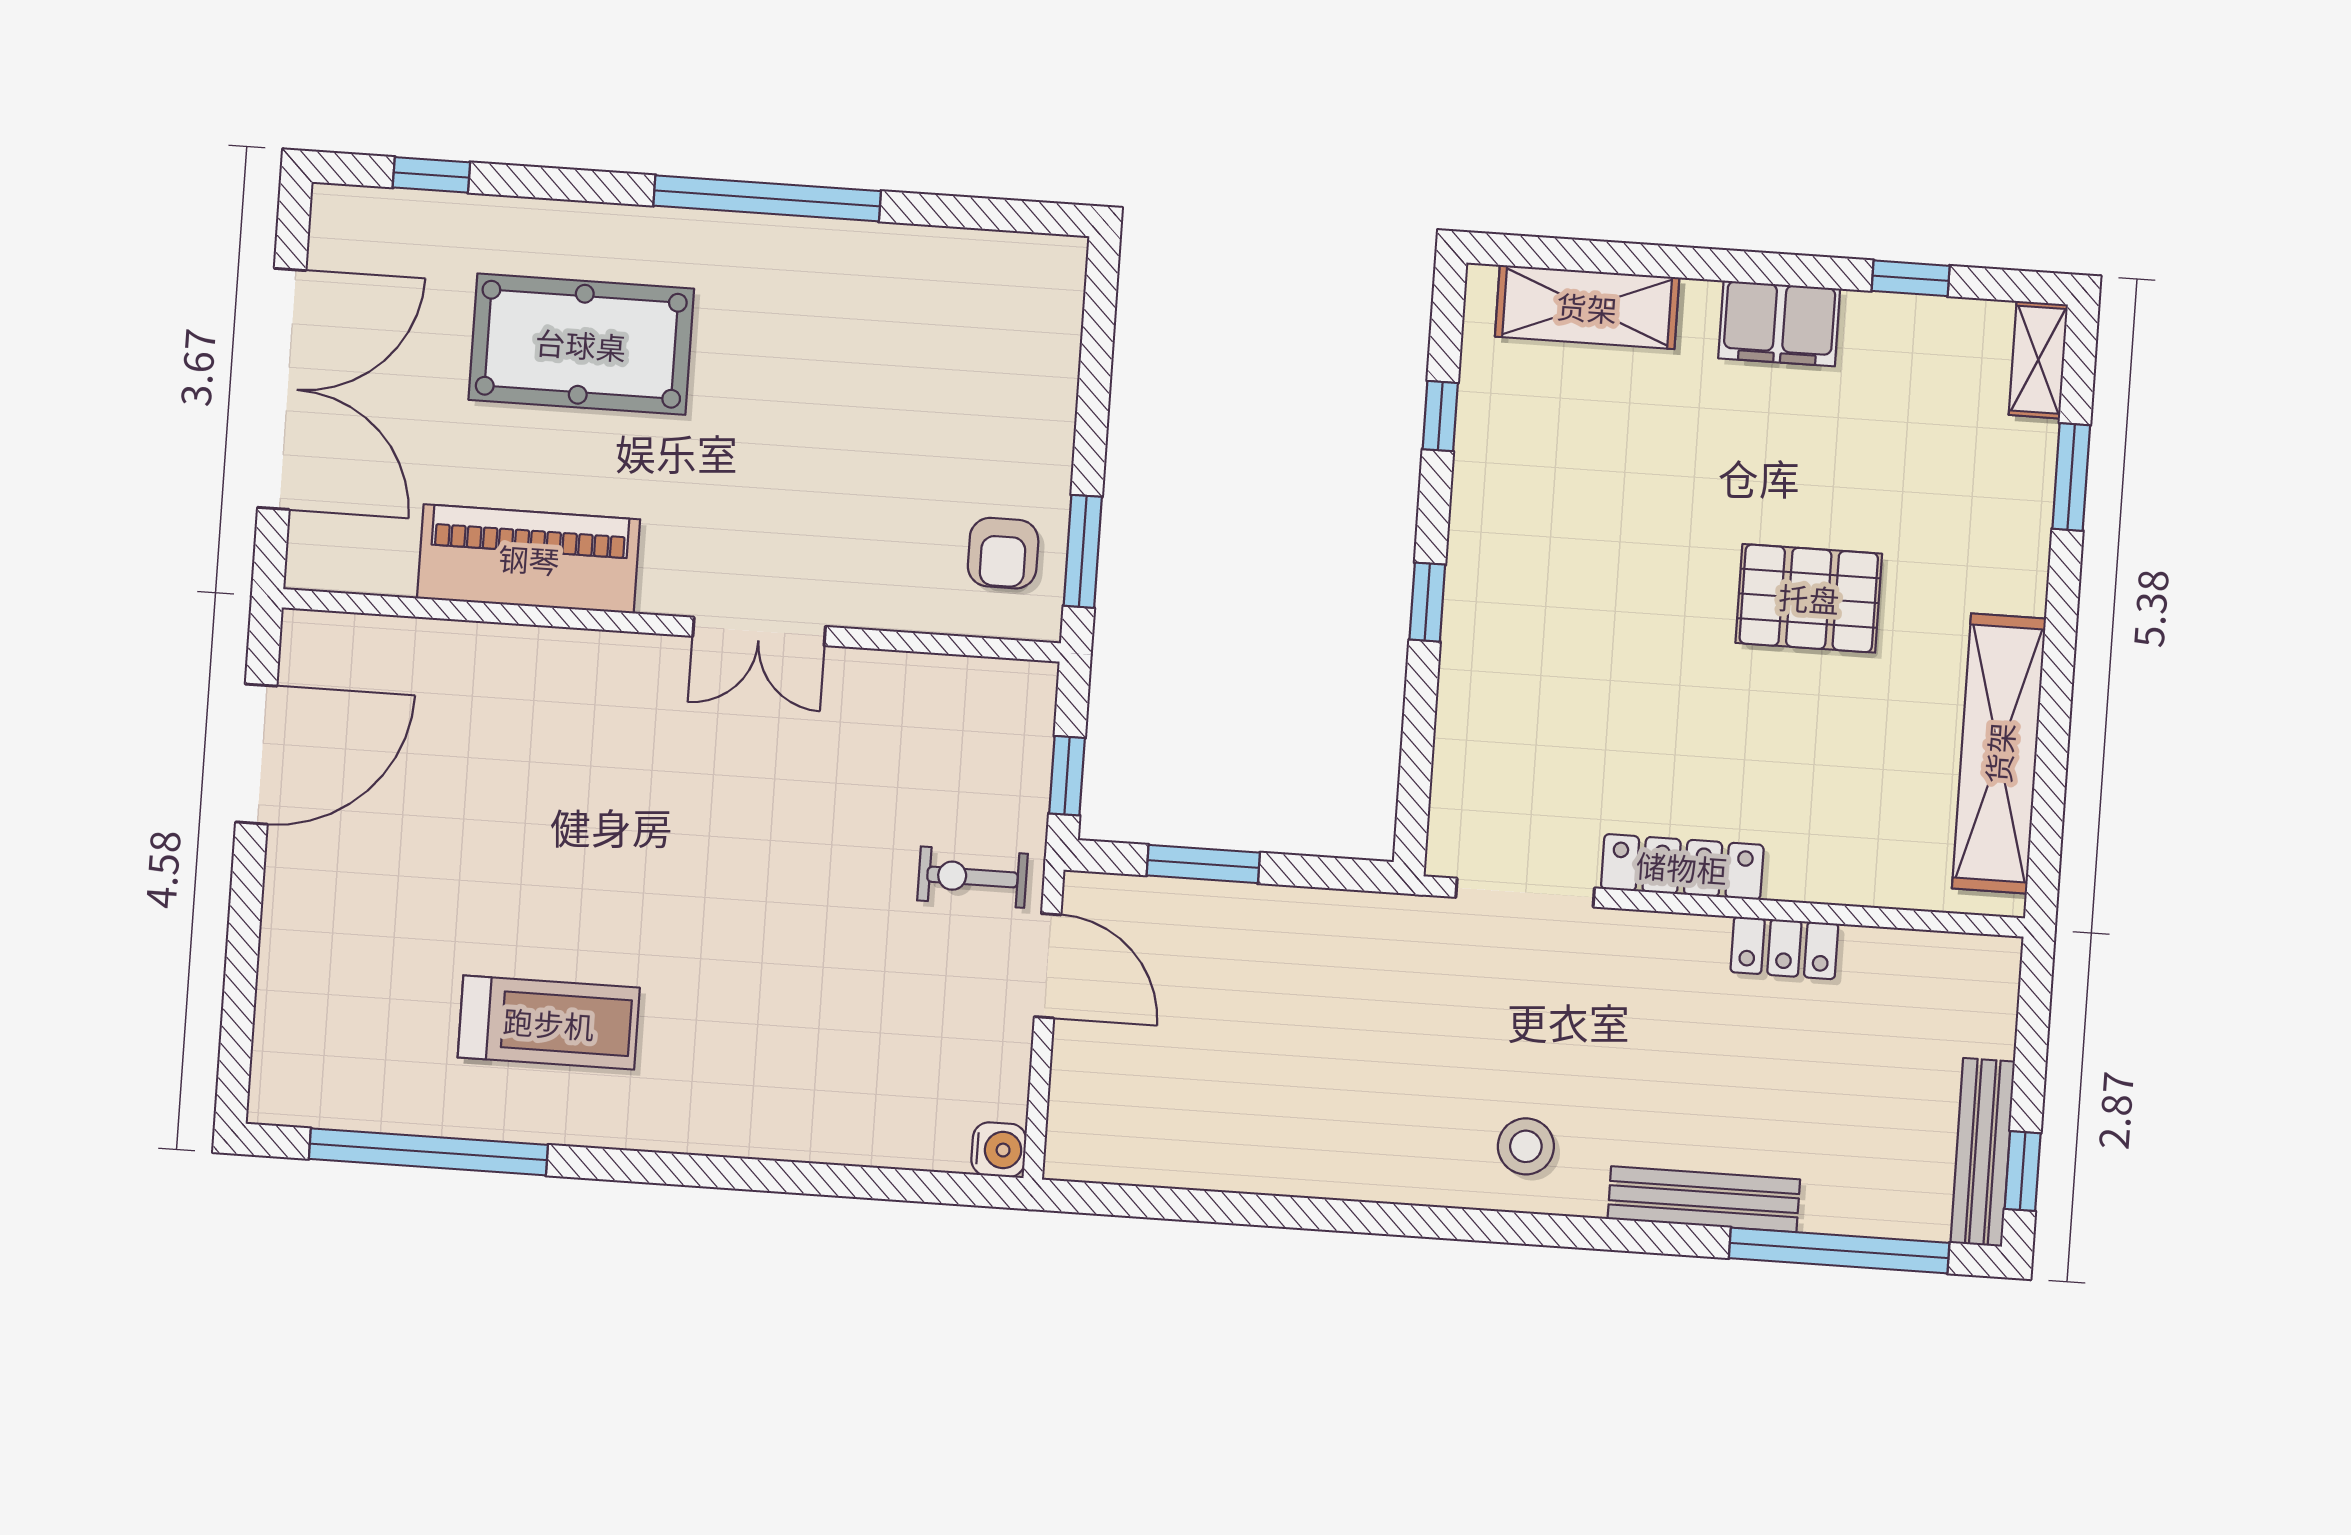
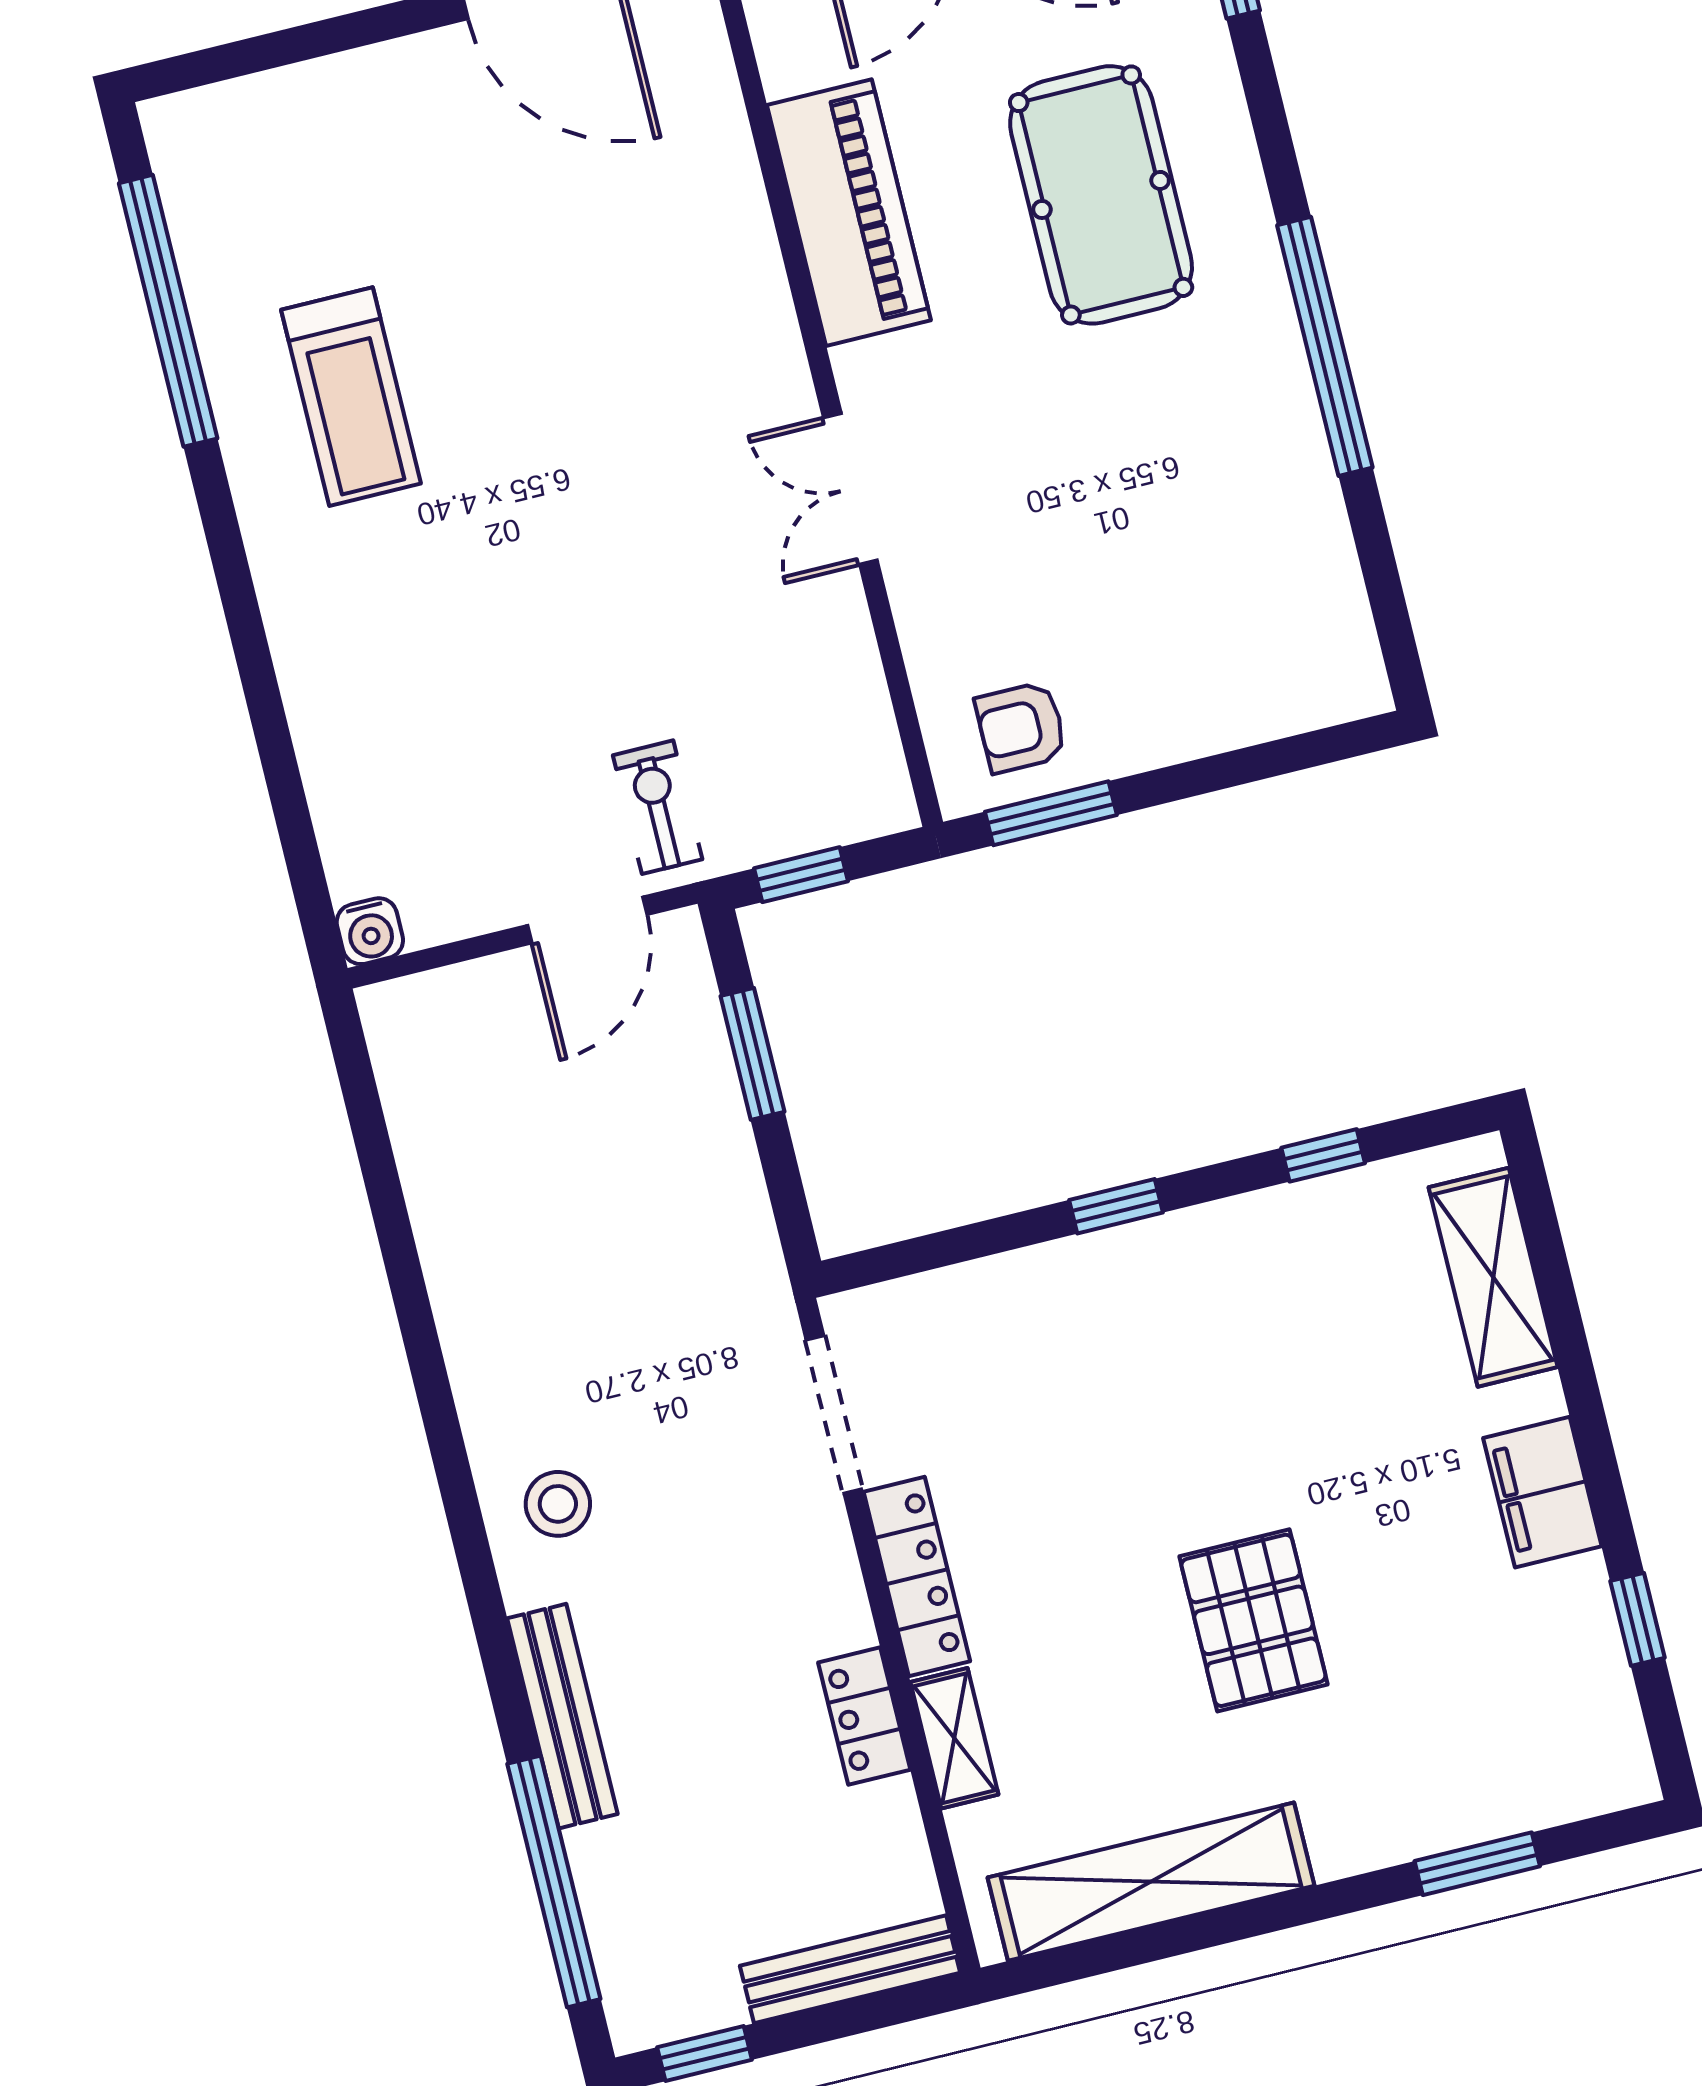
shelving: (2038, 360) -> (954, 1738), moved, turned 90
bench: (1983, 1152) -> (850, 1969), moved

